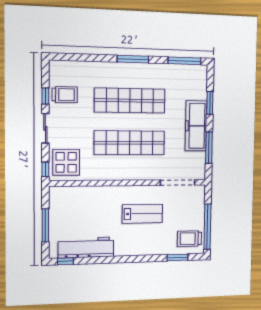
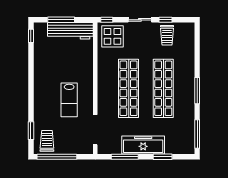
workbench: (86, 248) -> (70, 31), moved, turned 90

